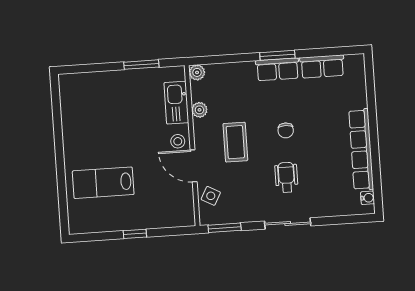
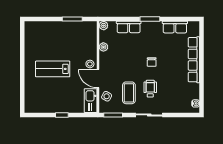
row of seats: (277, 69) -> (129, 27), moved
kitchen sink: (176, 103) -> (91, 101), moved
coffee table: (235, 142) -> (129, 93), moved
row of seats: (361, 149) -> (194, 60), moved
lab bench: (103, 183) -> (53, 69), moved

